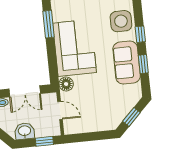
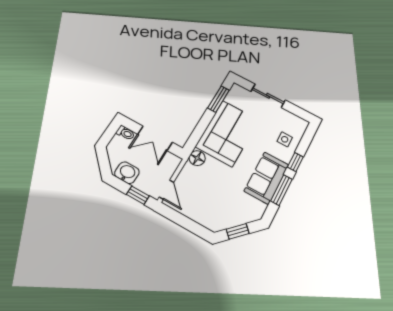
side table: (121, 21) -> (285, 139), width x0.54, depth x0.54
window: (143, 64) -> (281, 190), width x1.50
door: (60, 111) -> (167, 190), moved

